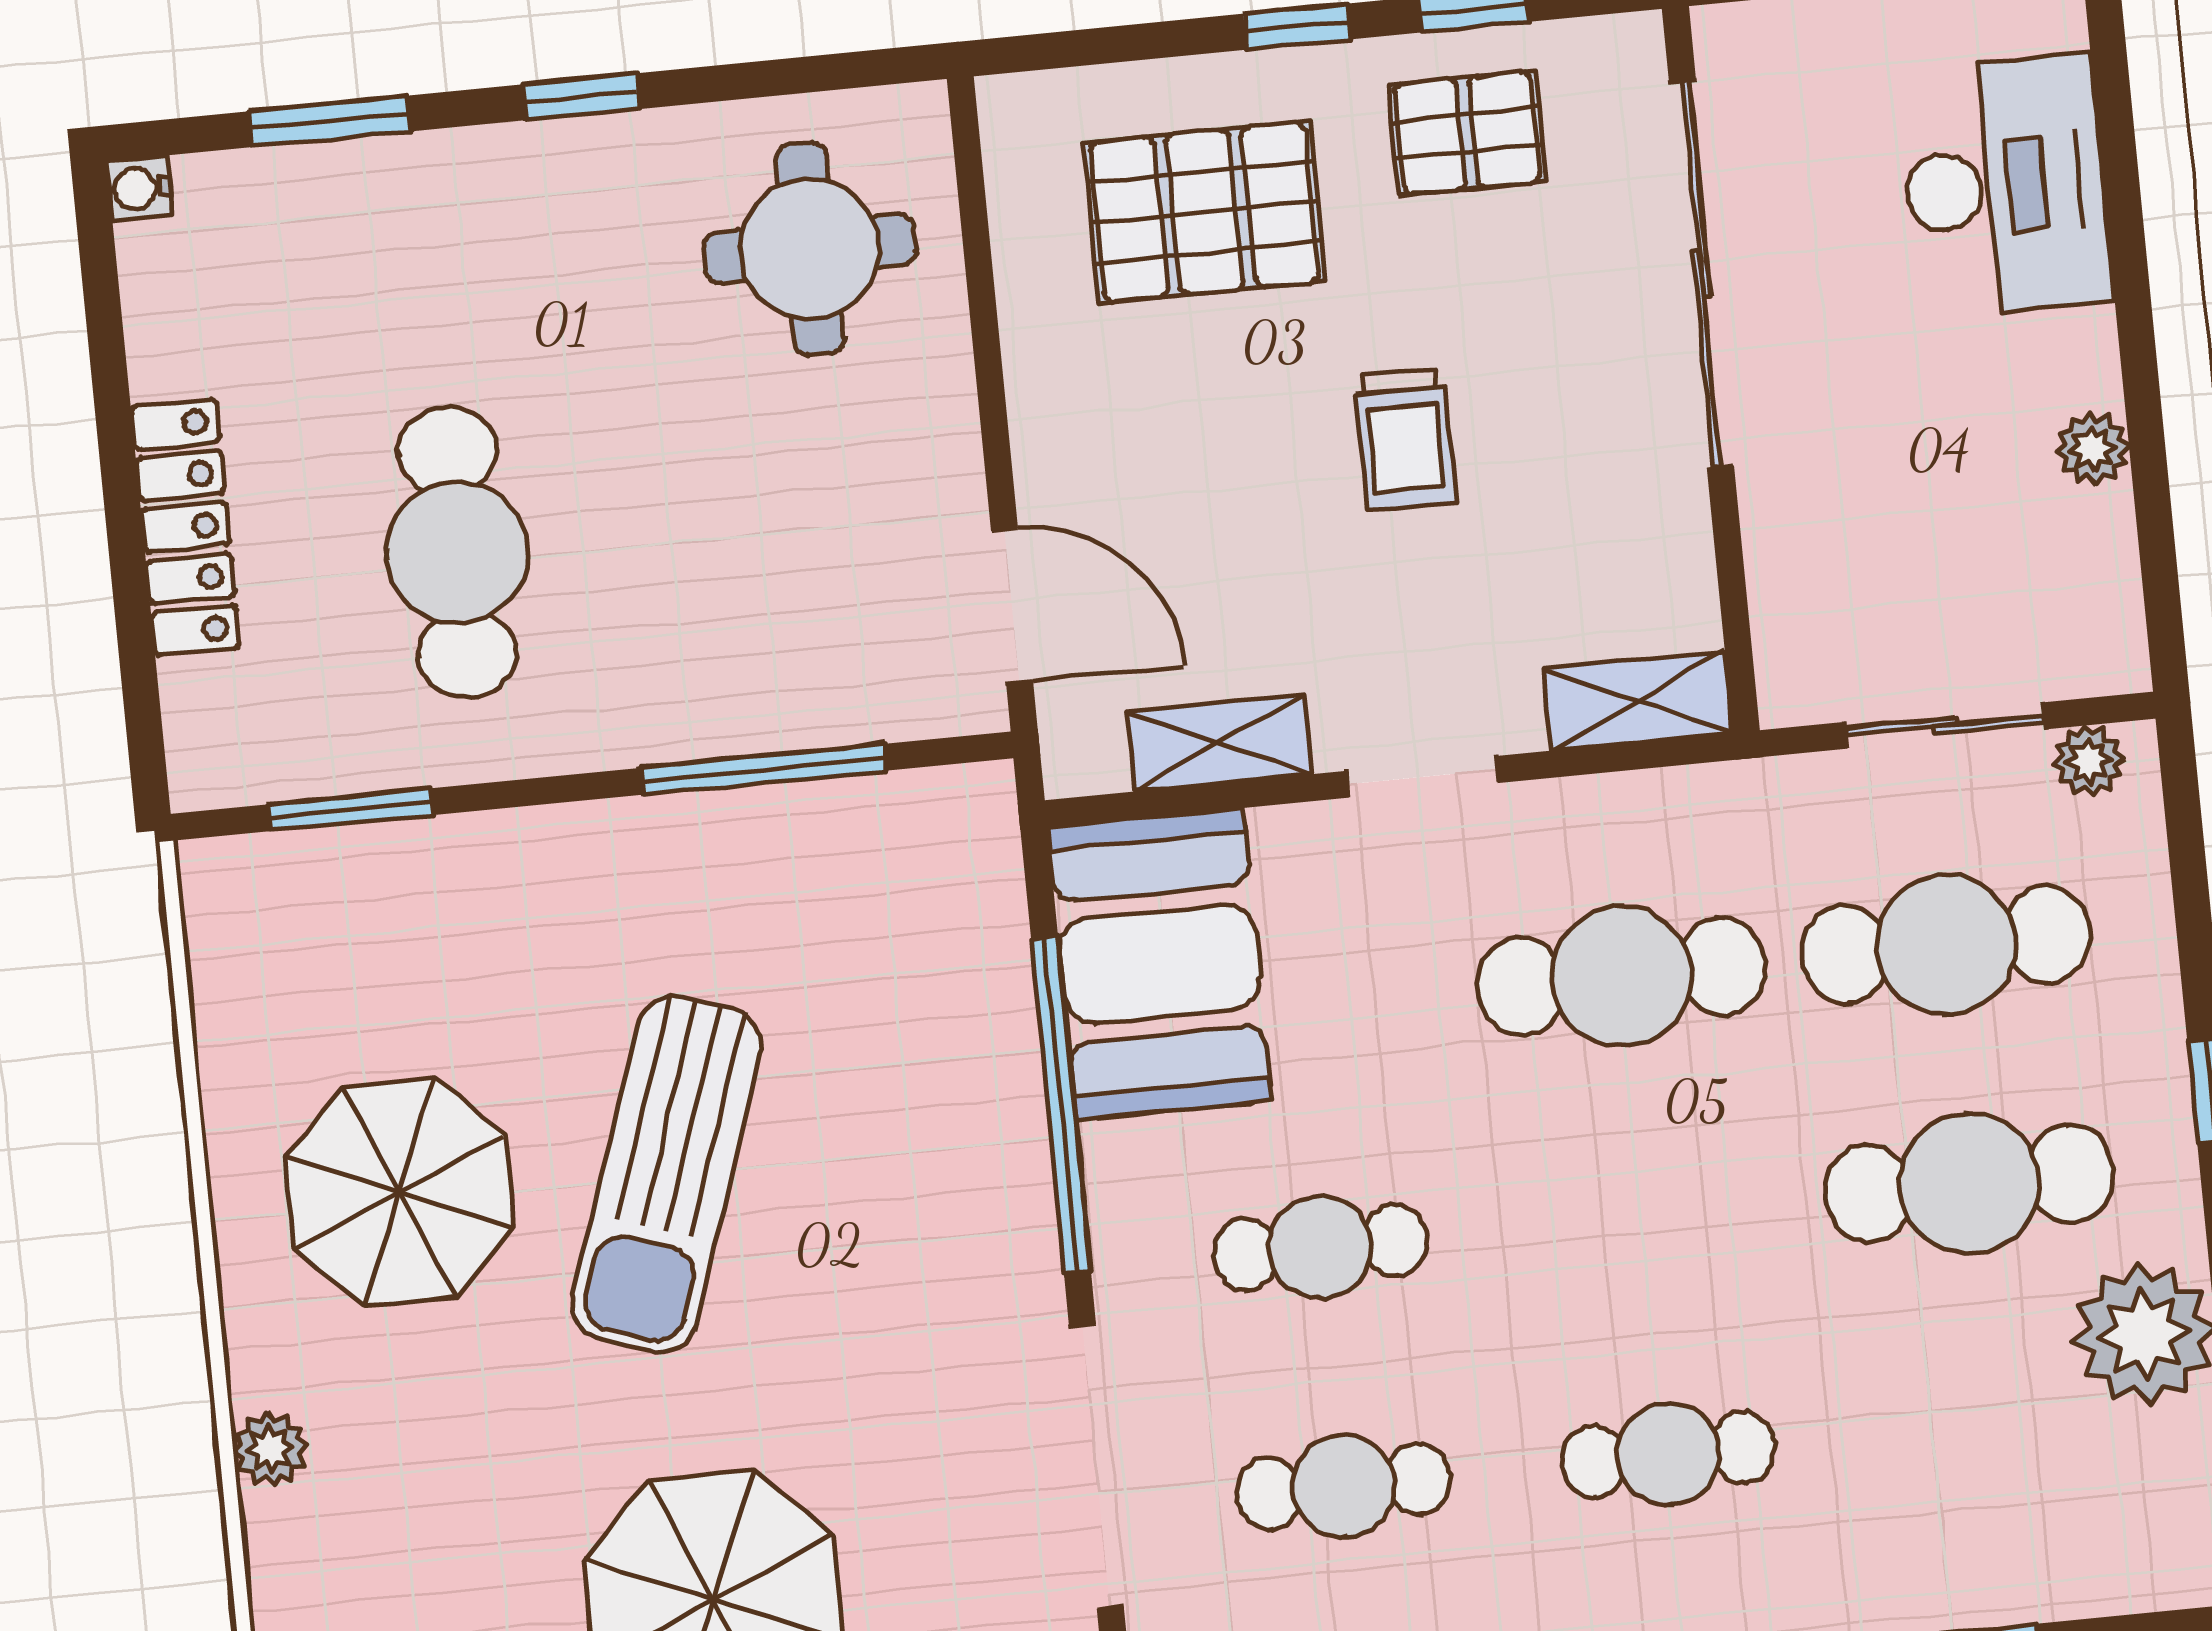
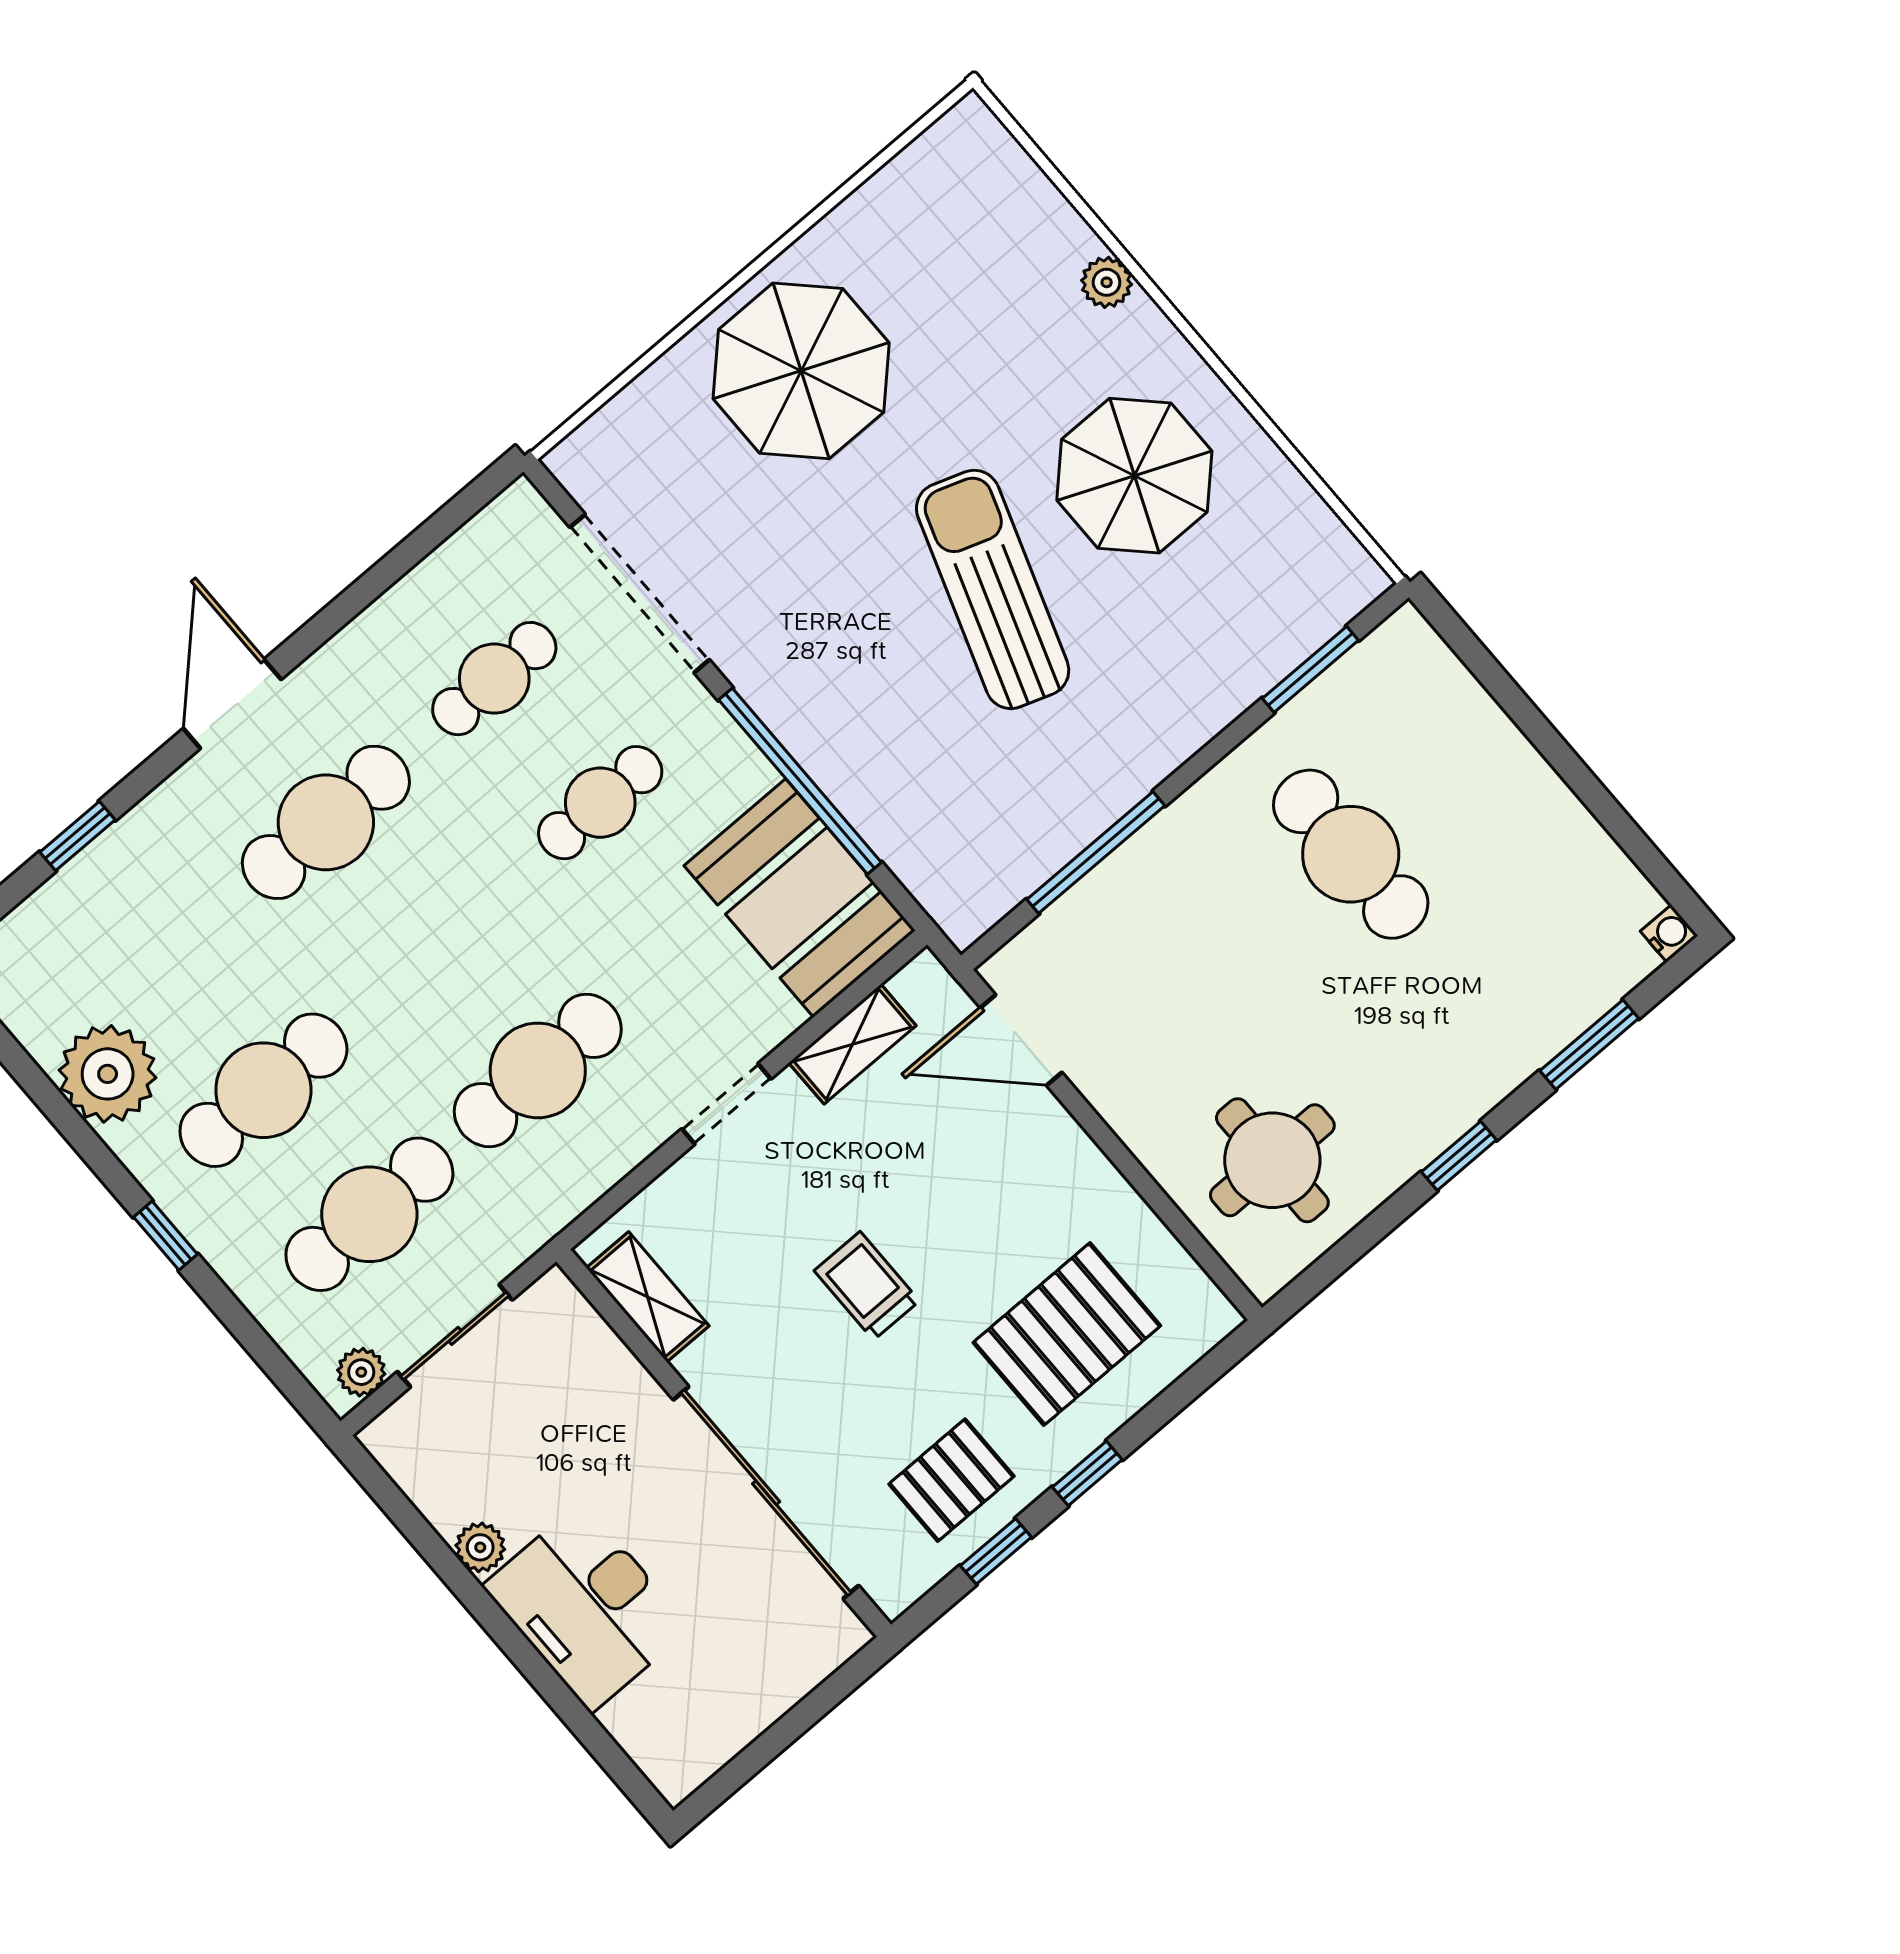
desk: (2005, 186) -> (586, 1607), moved
locker: (186, 527) -> (1512, 763), removed
shelving: (1638, 701) -> (648, 1297), moved, turned 90
cafe table: (1668, 1454) -> (326, 822), width x1.37, depth x1.35

